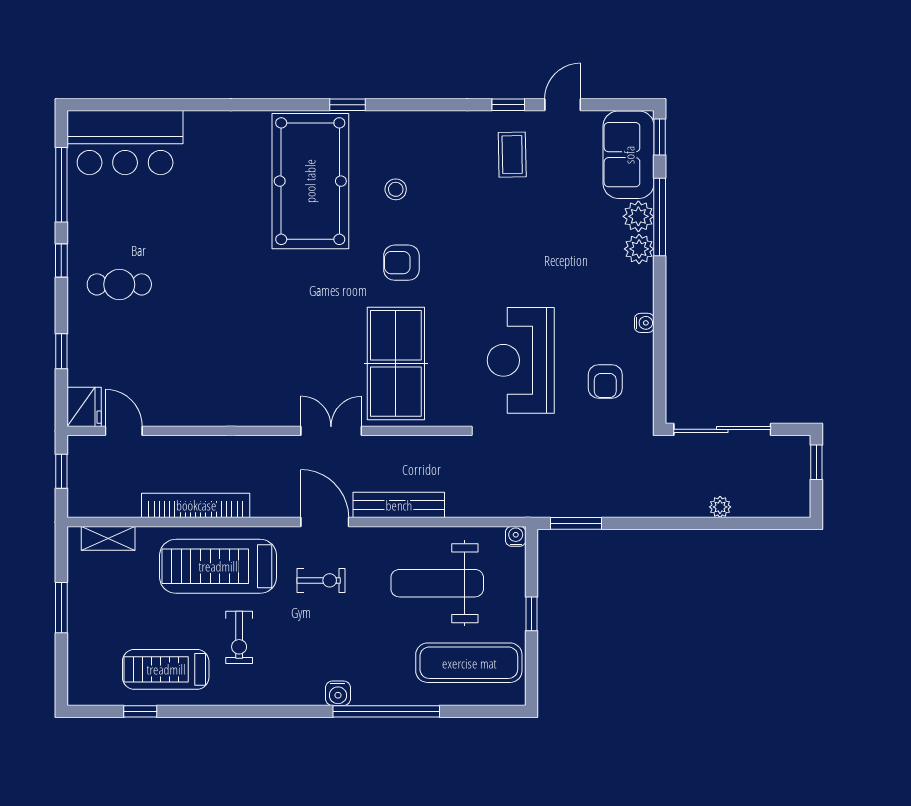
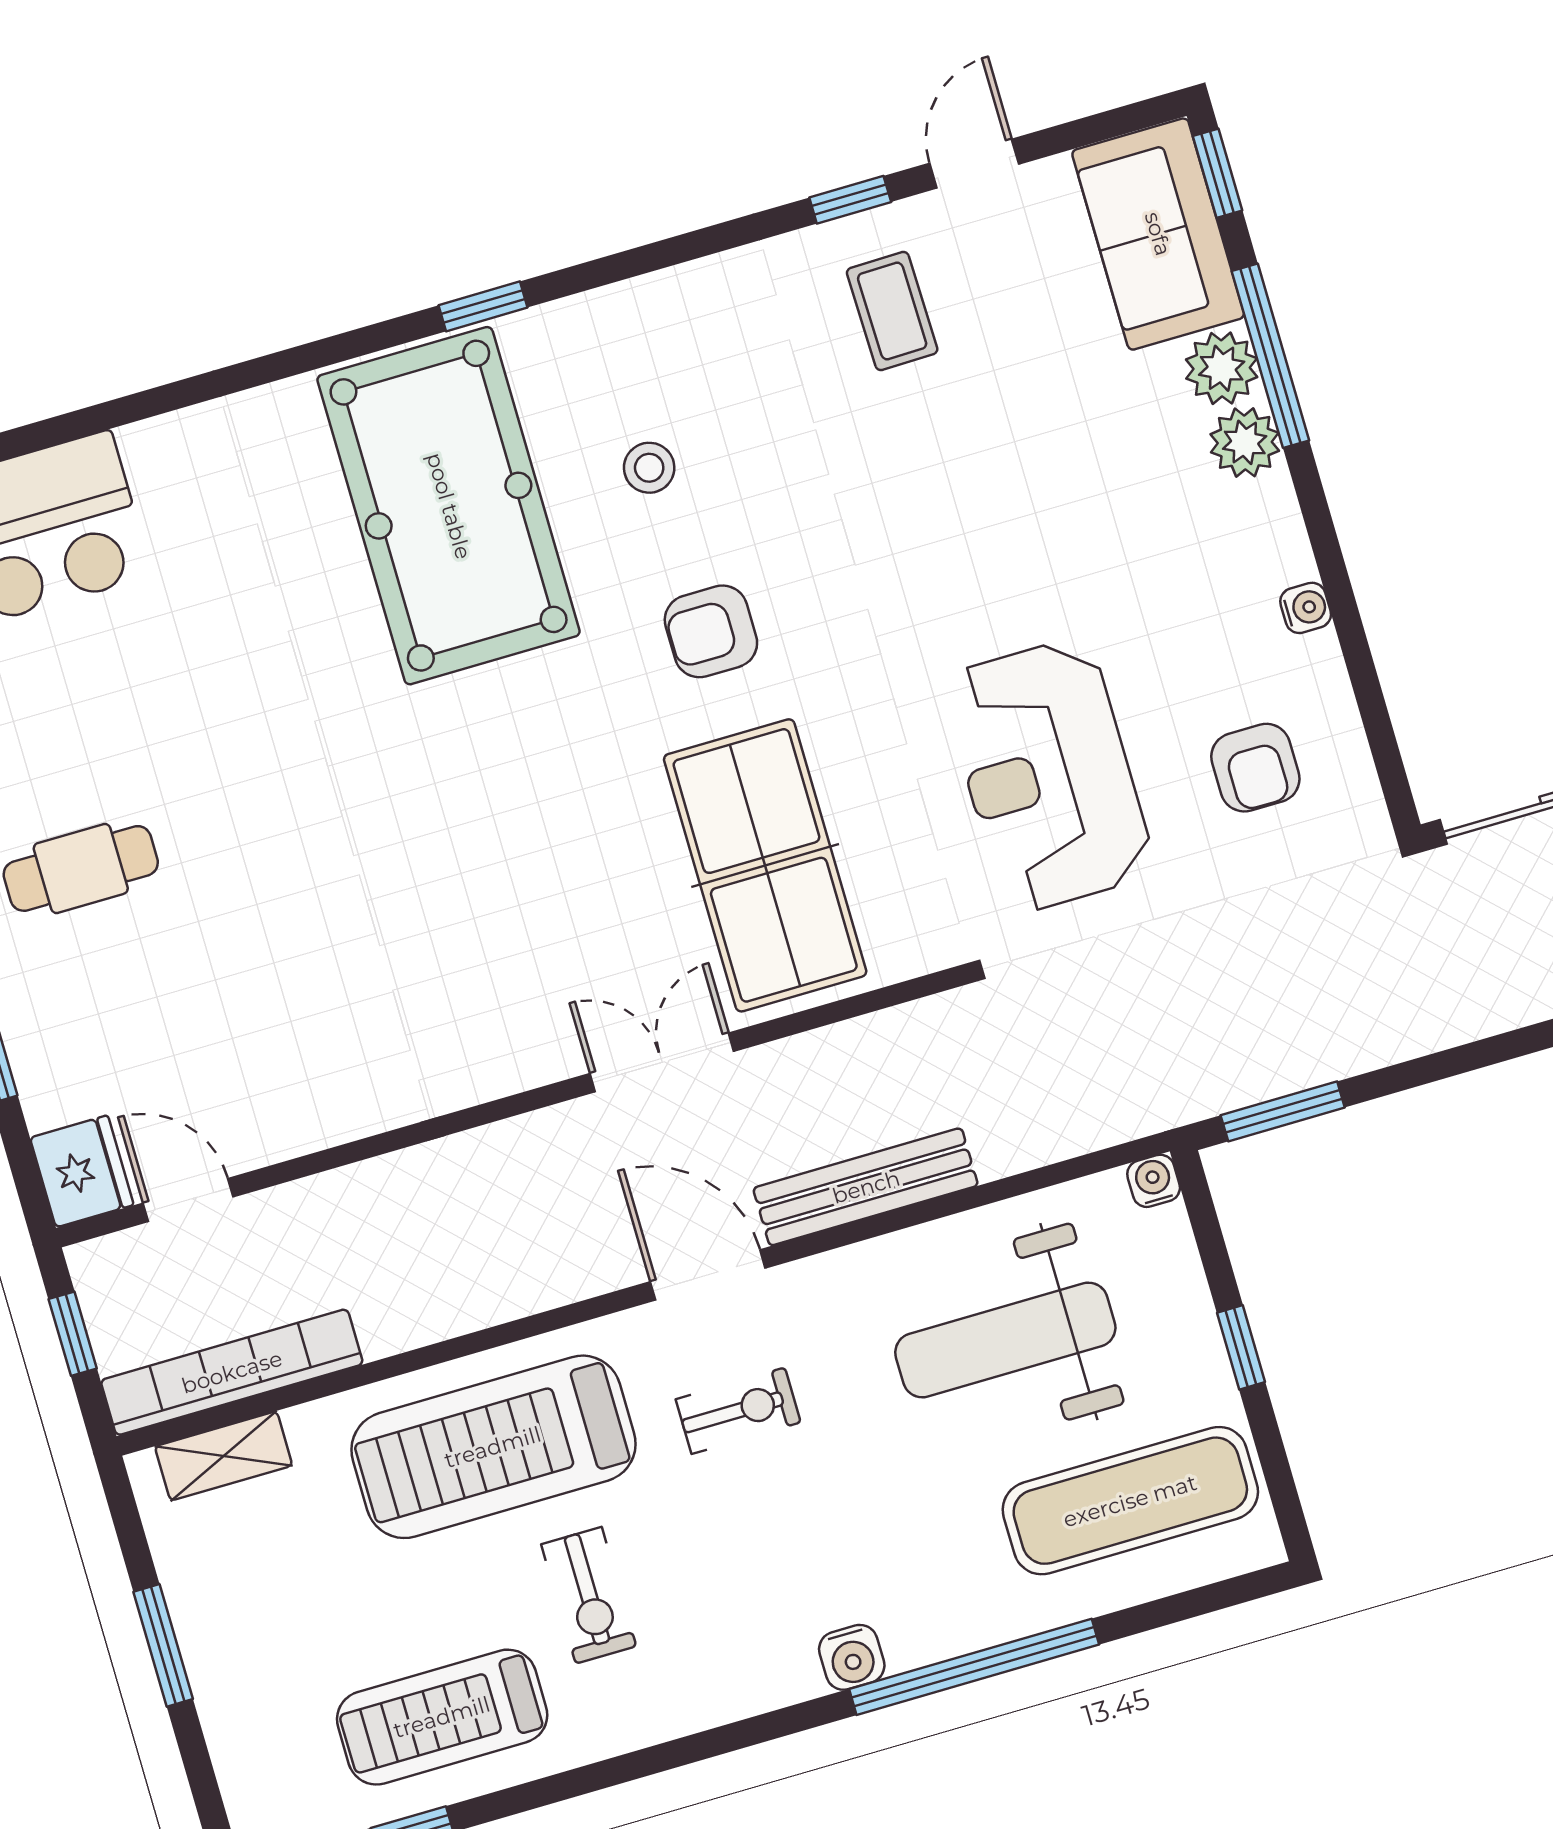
bookcase: (196, 505) -> (232, 1372), moved

